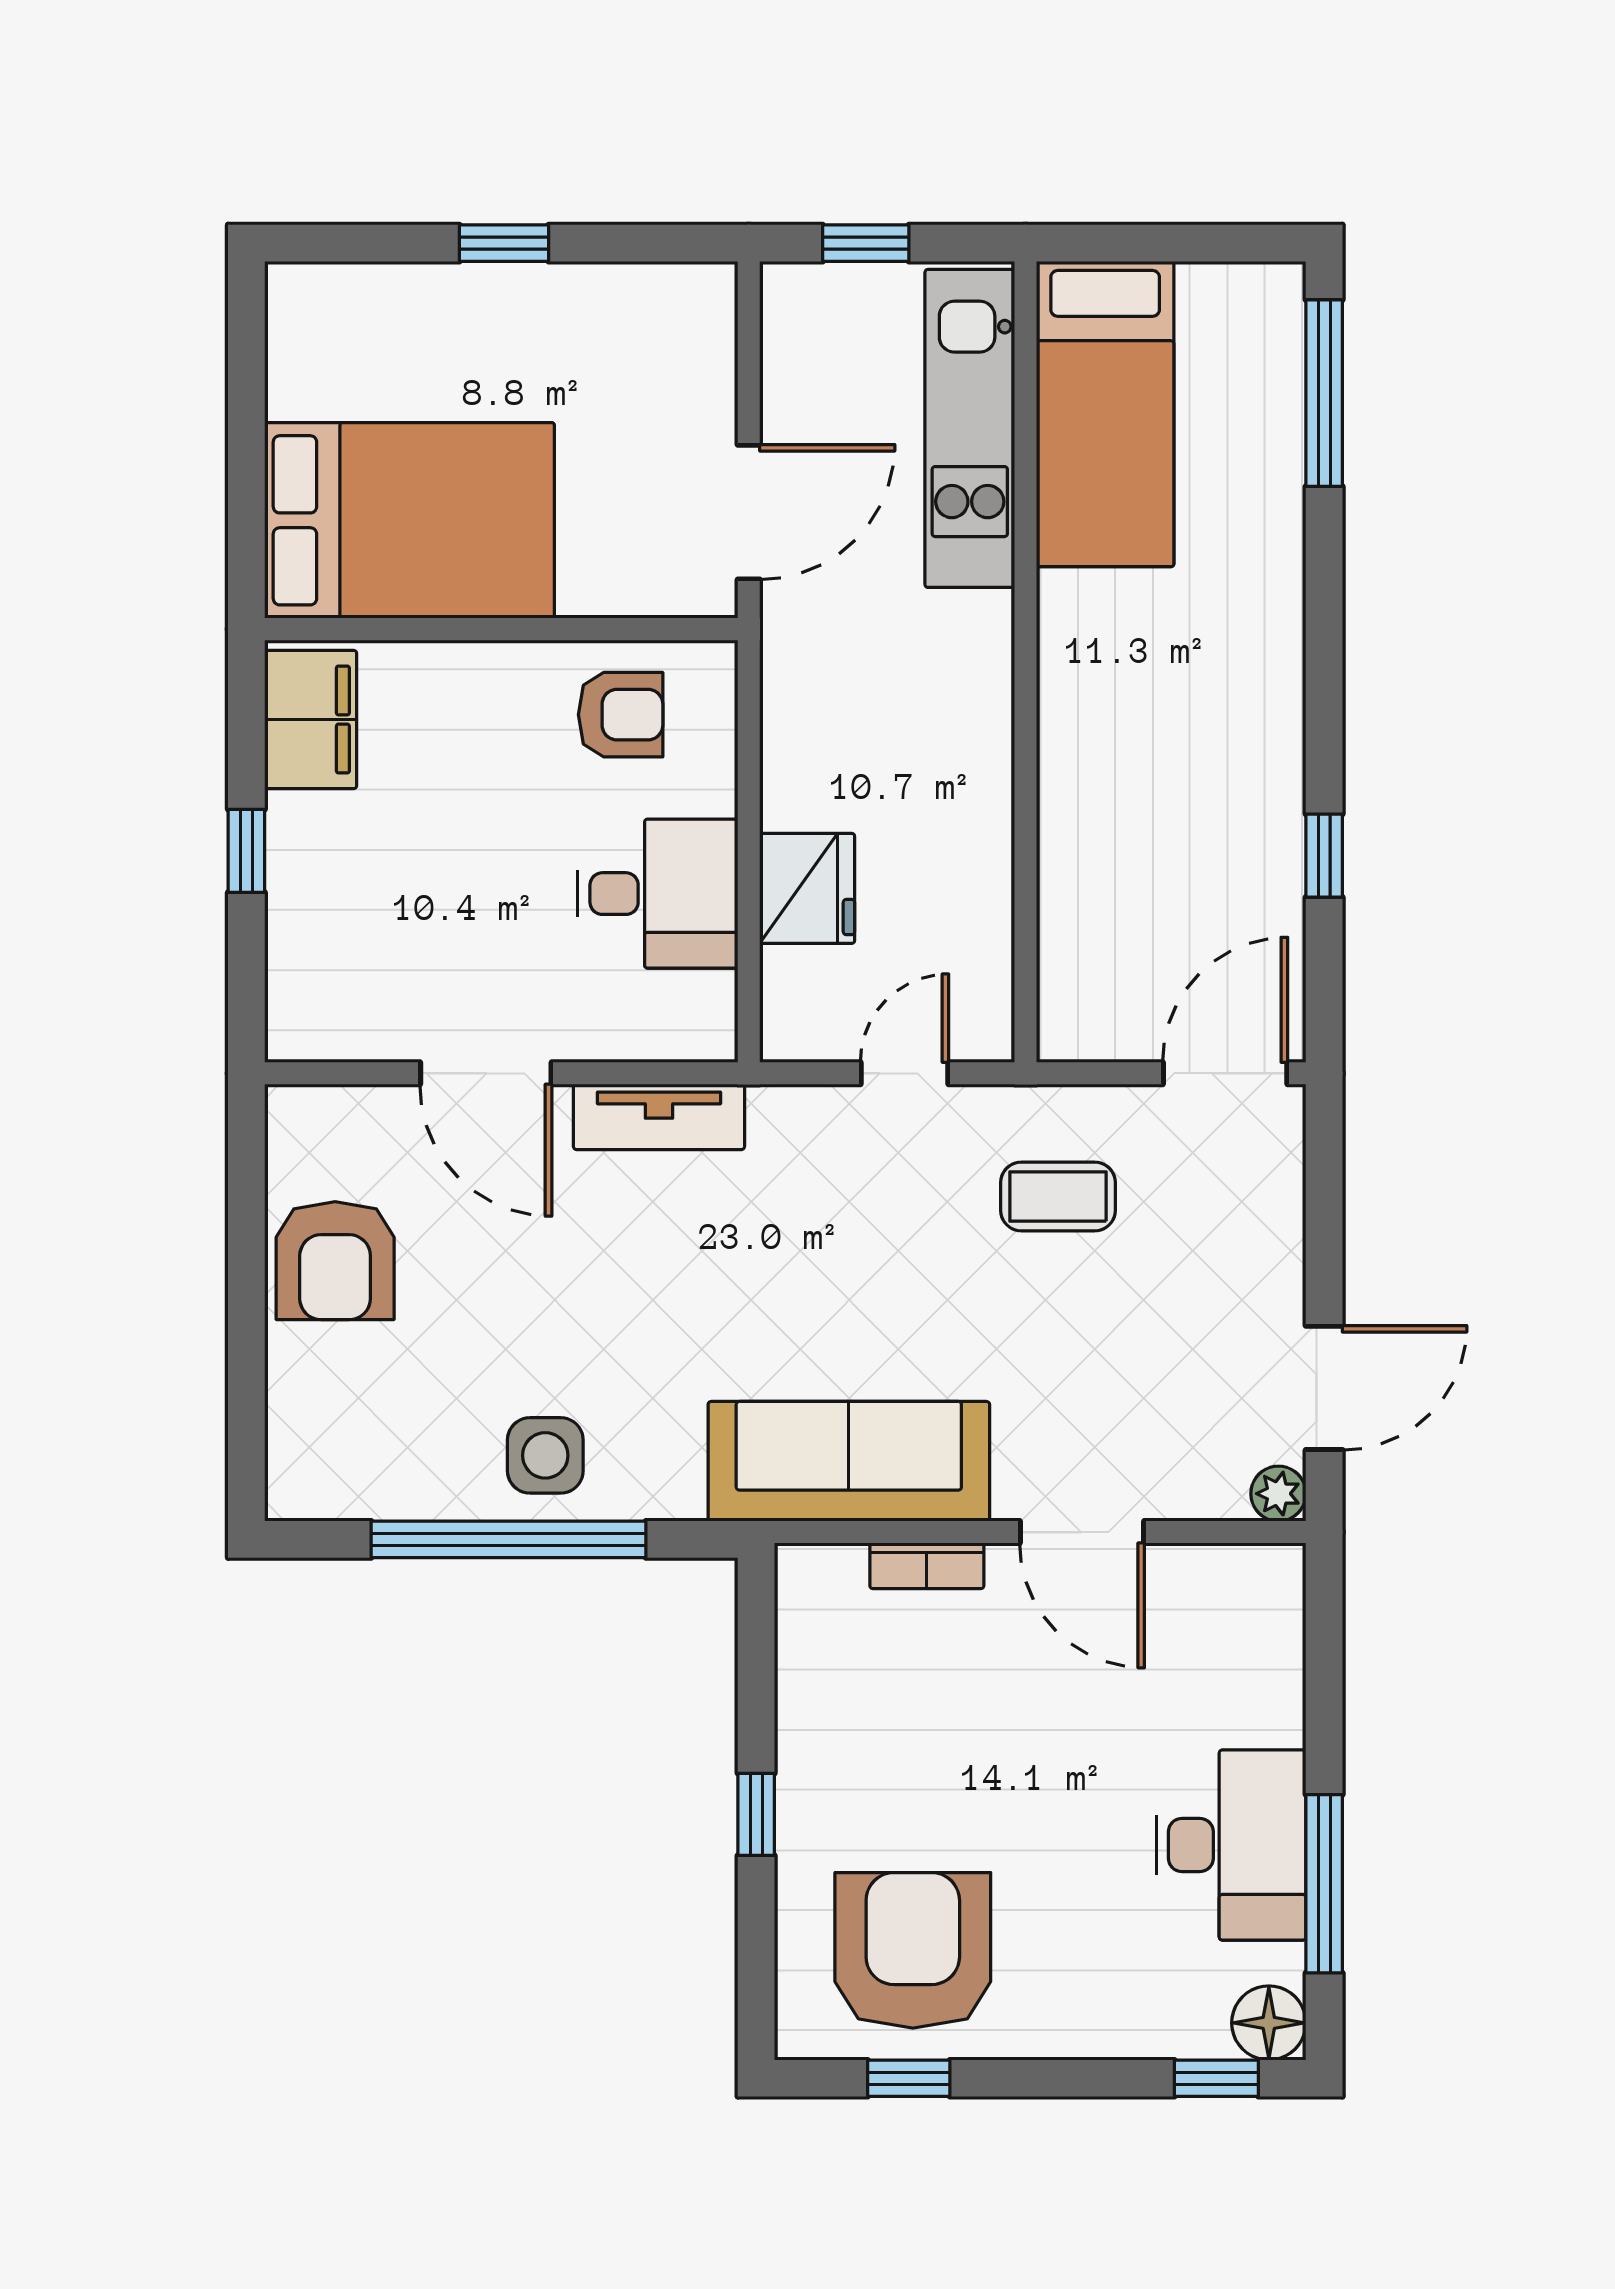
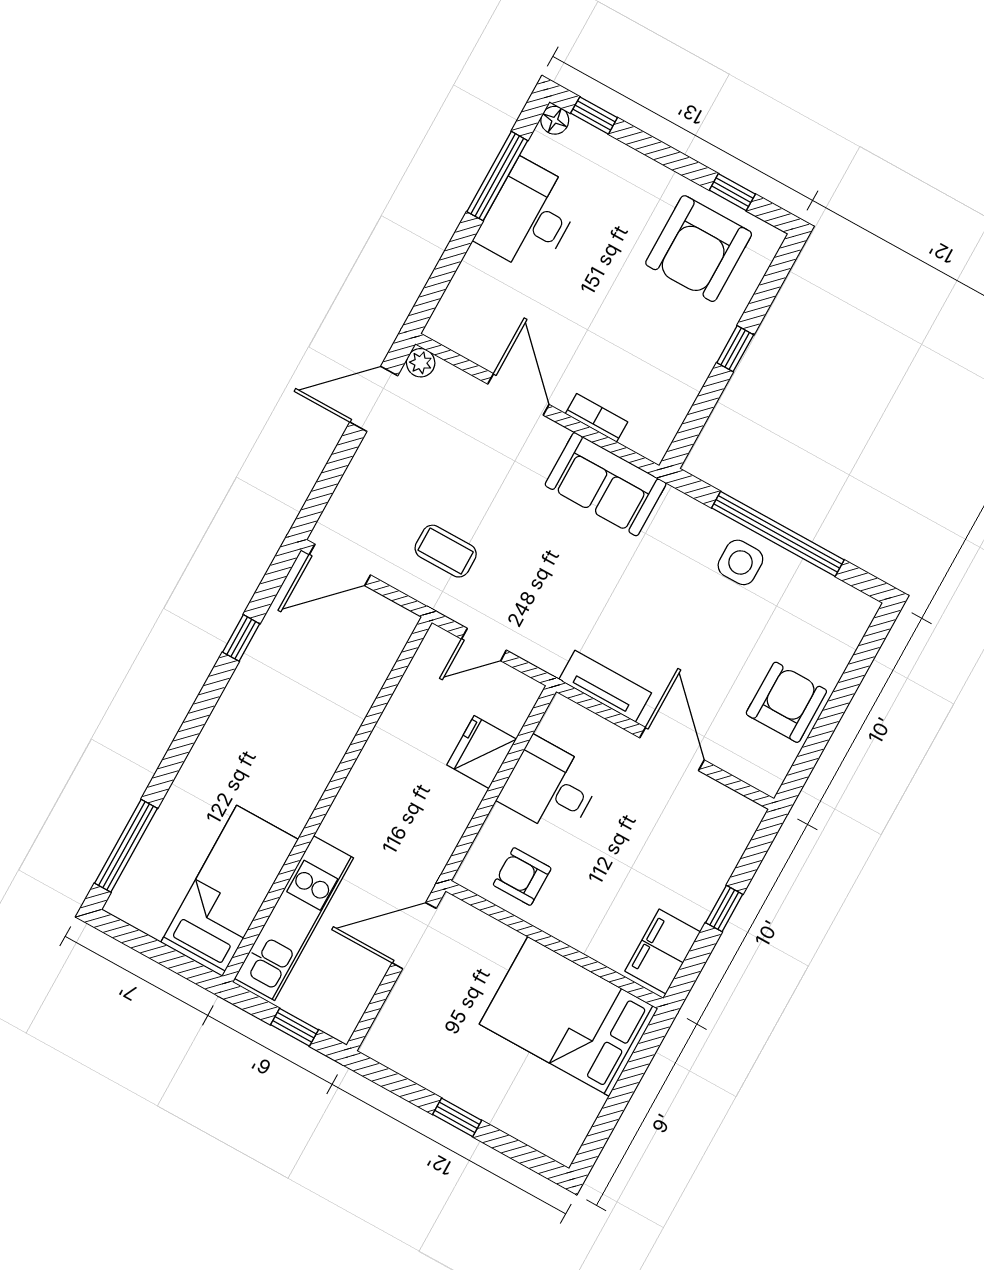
sofa: (849, 1461) -> (606, 484), width x0.73
floor lamp: (1269, 2023) -> (555, 120), width x0.73, depth x0.73

